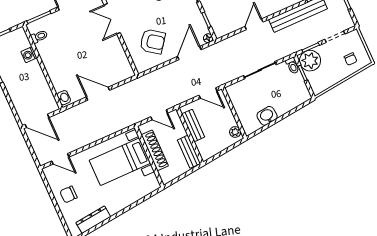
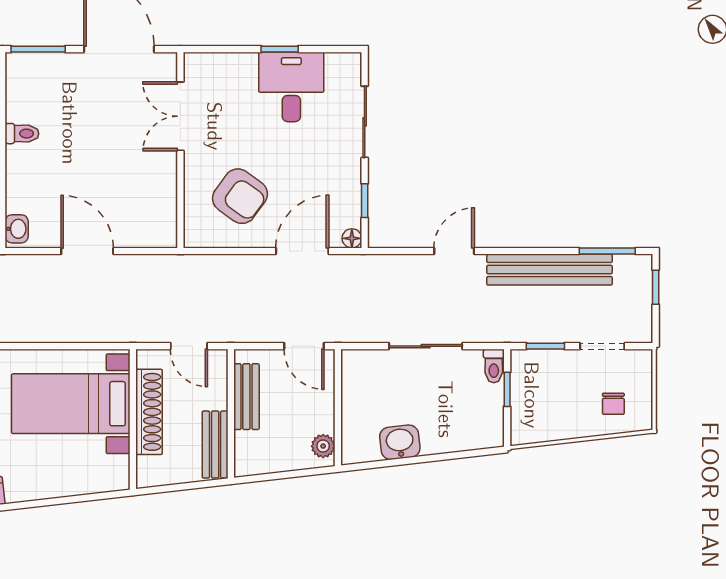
toilet: (39, 37) -> (22, 134), moved
plant: (310, 61) -> (532, 371), removed

